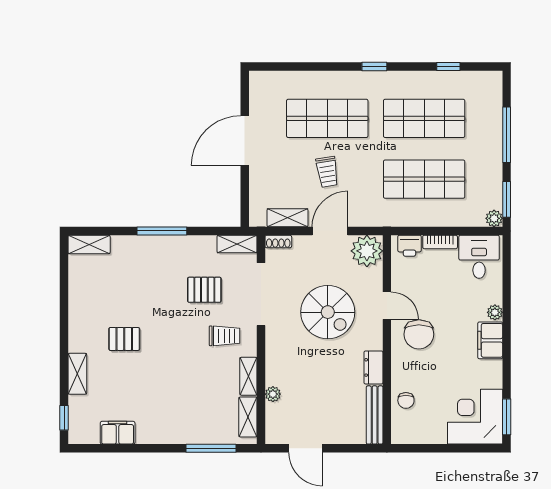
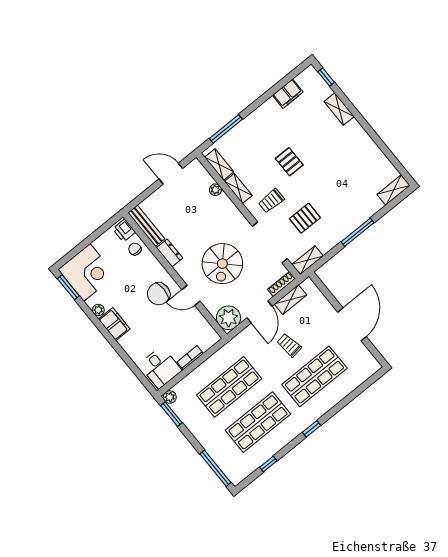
window: (507, 135) -> (215, 468), moved
shoe rack: (278, 241) -> (281, 284), width x1.43
printer: (409, 246) -> (124, 231), moved, turned -90
spiral stairs: (328, 312) -> (222, 264), turned -90
plant: (495, 312) -> (98, 310), moved
chair: (419, 334) -> (159, 294), turned -90
pallet: (124, 339) -> (289, 162), moved, turned 90

